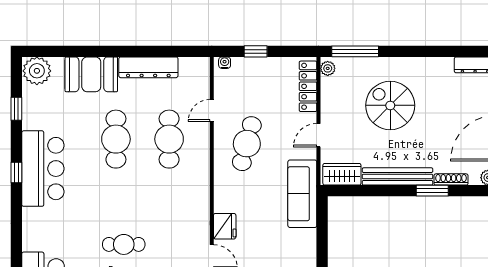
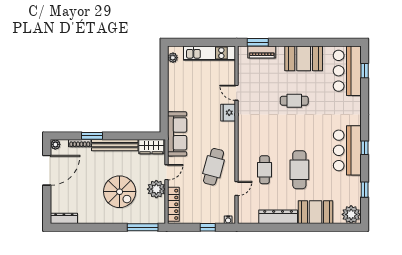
plant: (328, 68) -> (156, 189), moved, width x1.87, depth x1.87
cafe table: (169, 139) -> (265, 170), width x0.73, depth x0.74

